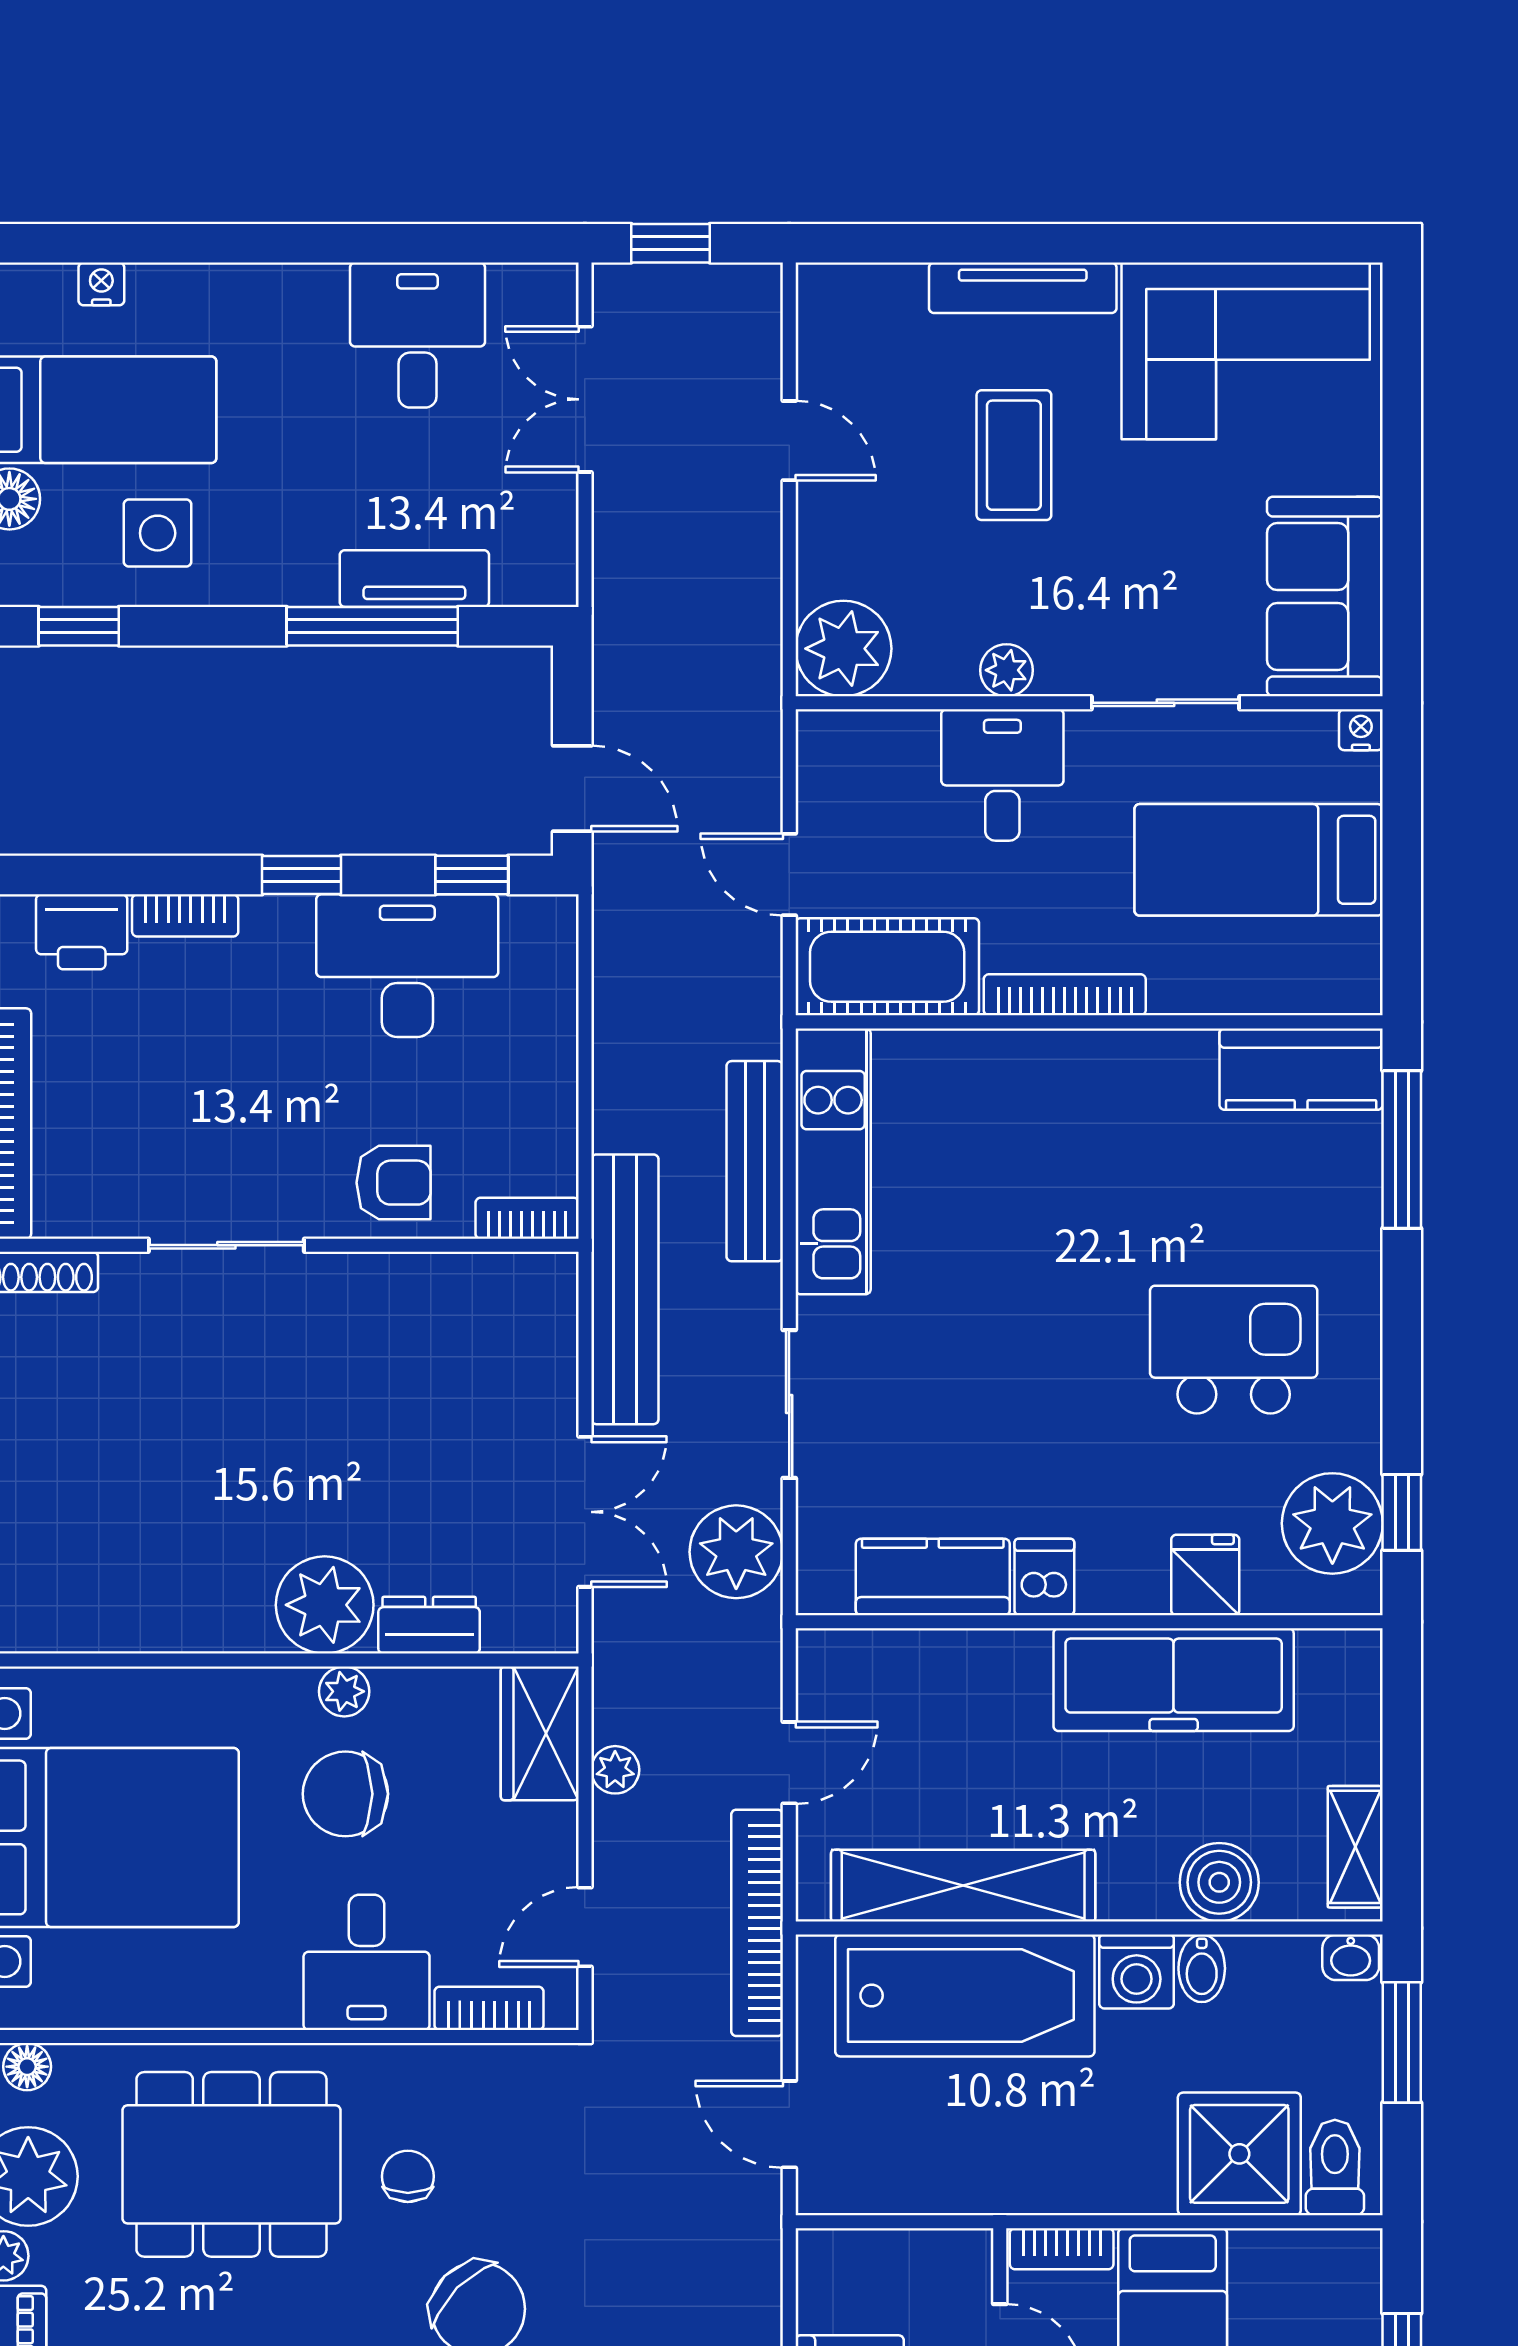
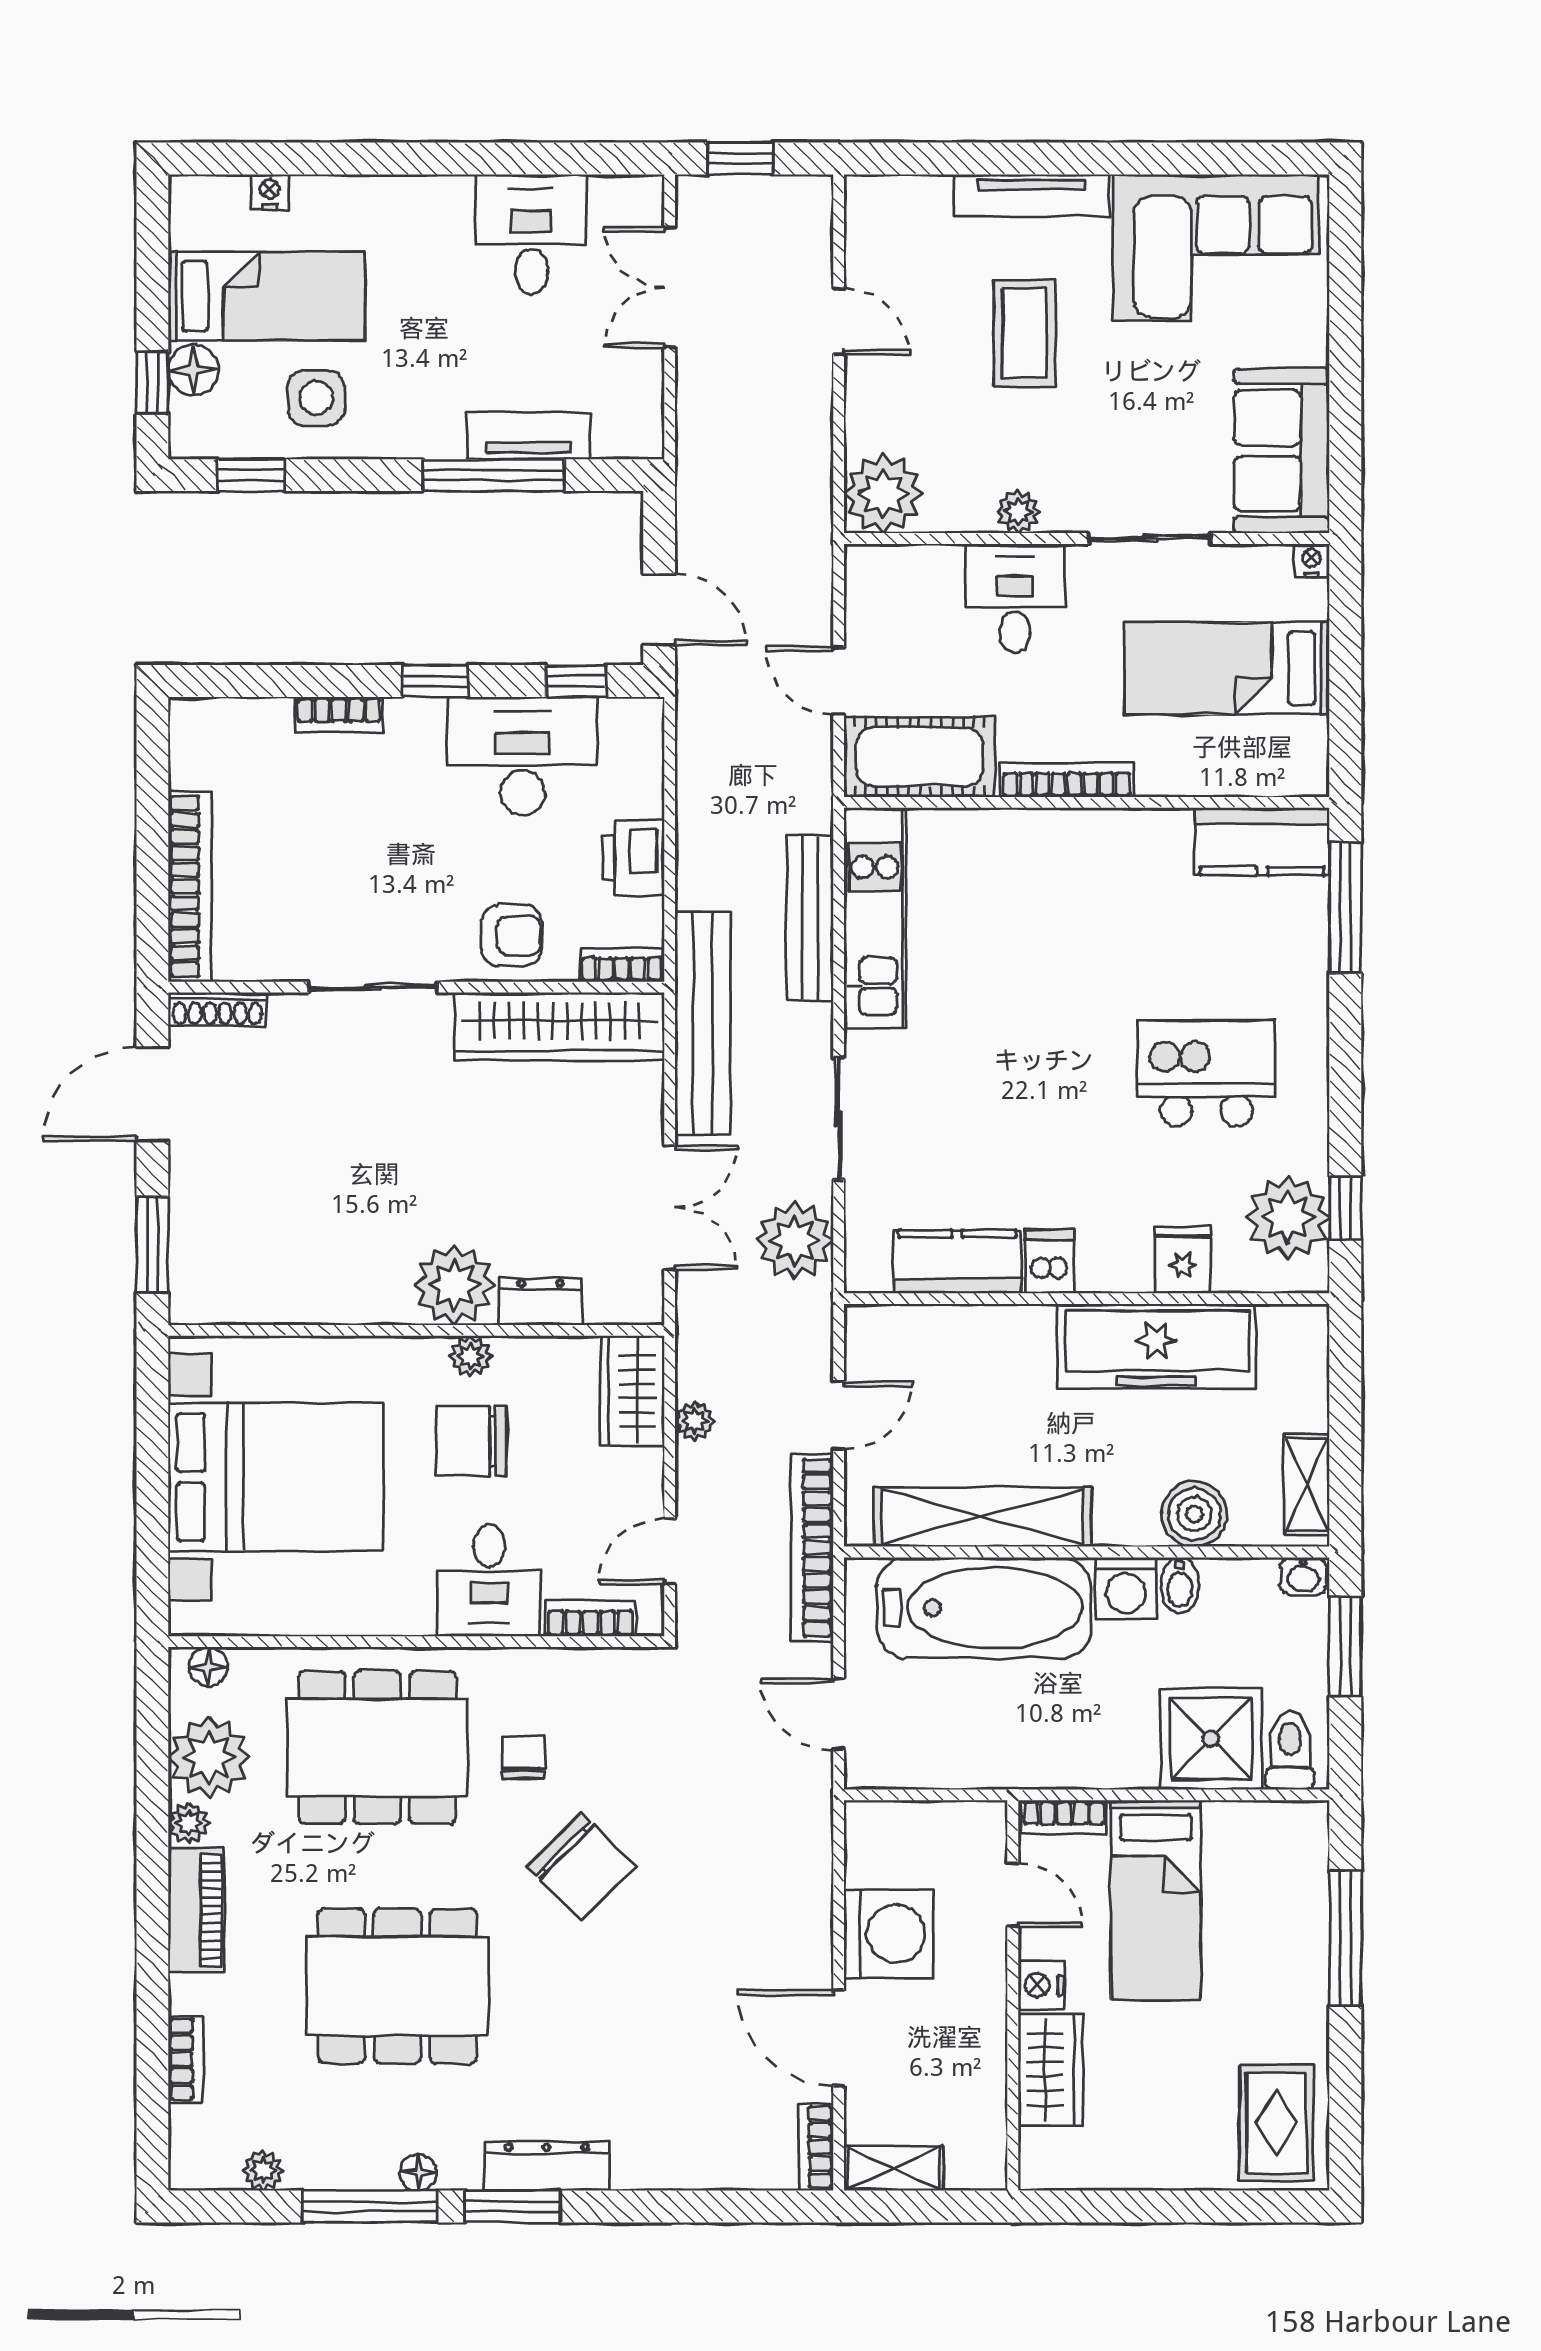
printer: (82, 932) -> (633, 858), moved, turned 90
wardrobe: (452, 1293) -> (560, 1026), added

